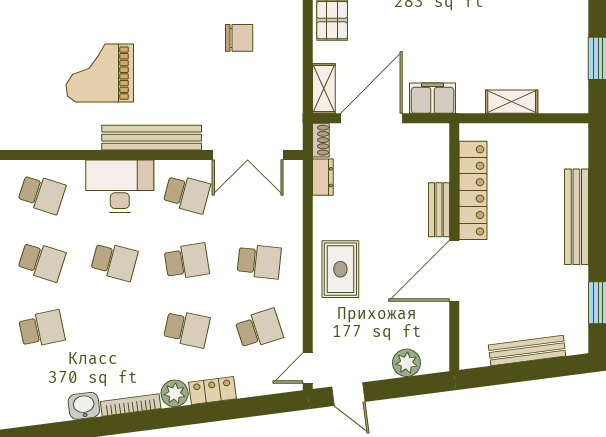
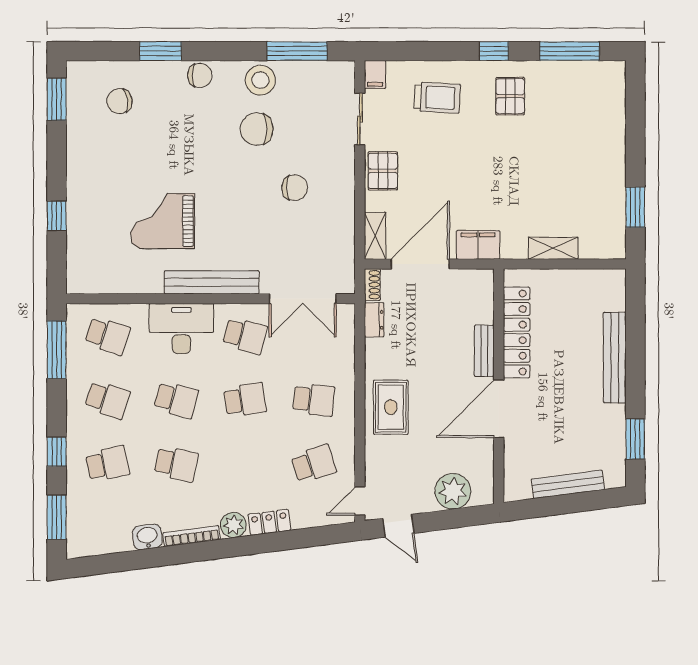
school desk: (187, 329) -> (176, 464), moved
plant: (407, 363) -> (453, 491), width x1.36, depth x1.36

